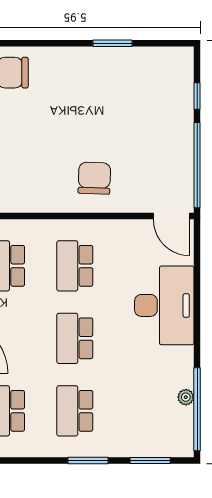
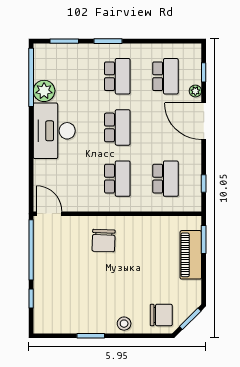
stool: (65, 60) -> (124, 324), added
desk: (164, 305) -> (54, 131), moved
plant: (186, 397) -> (44, 91), width x1.88, depth x1.88

